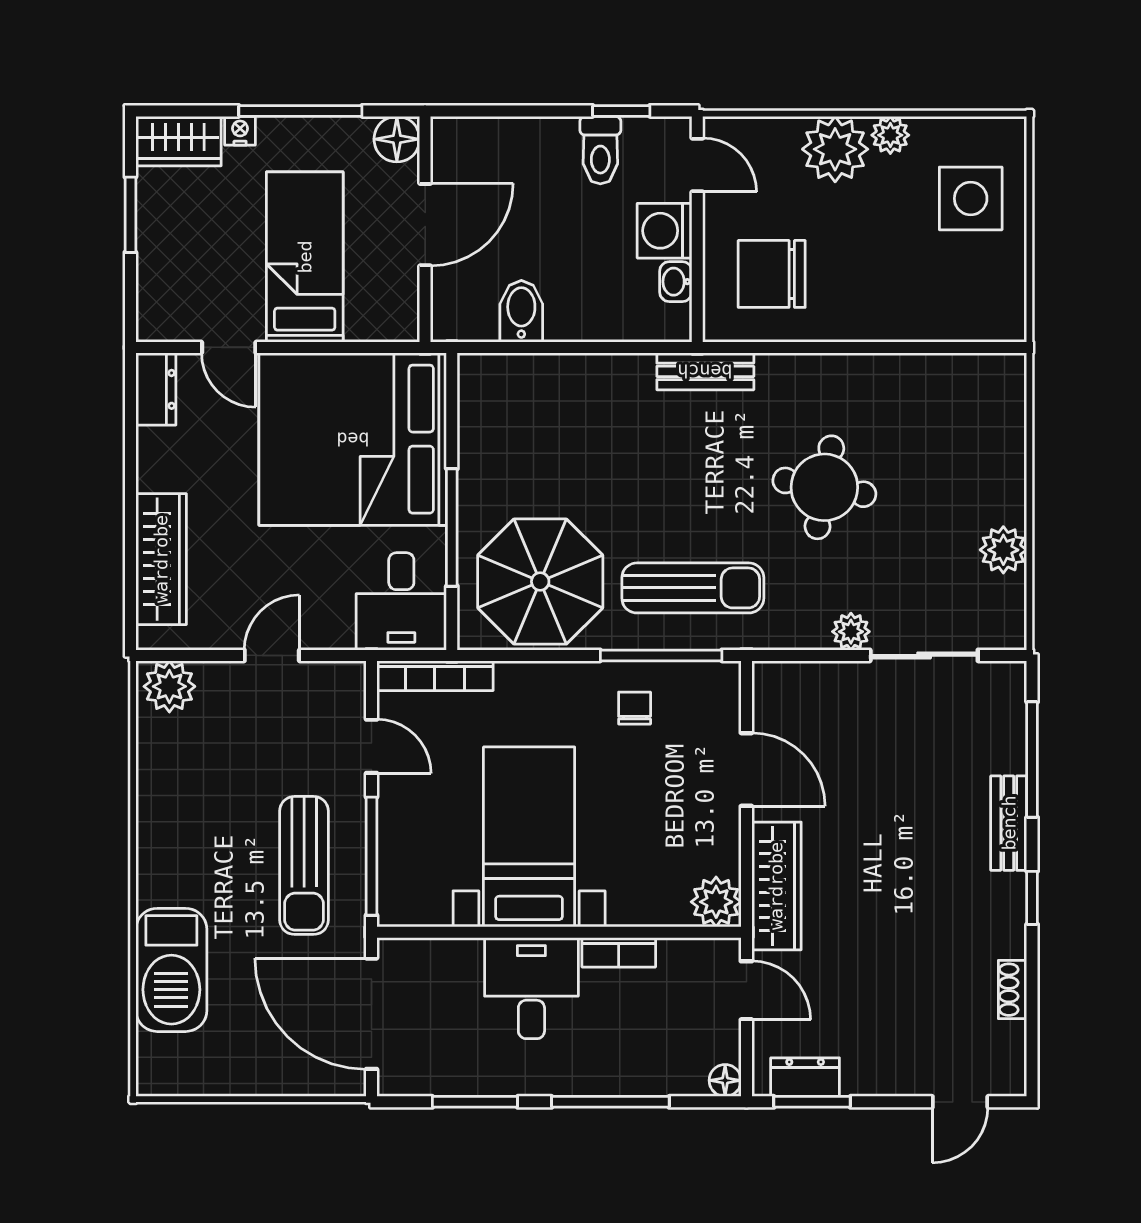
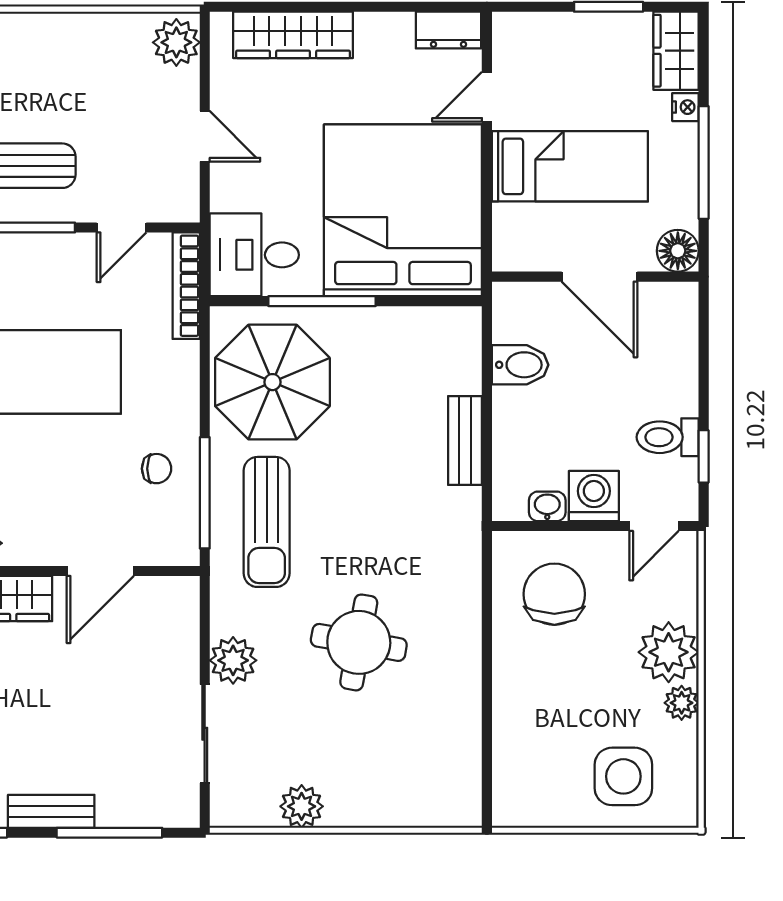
bench: (705, 371) -> (465, 441), moved
plant: (851, 632) -> (233, 660), width x1.38, depth x1.38

